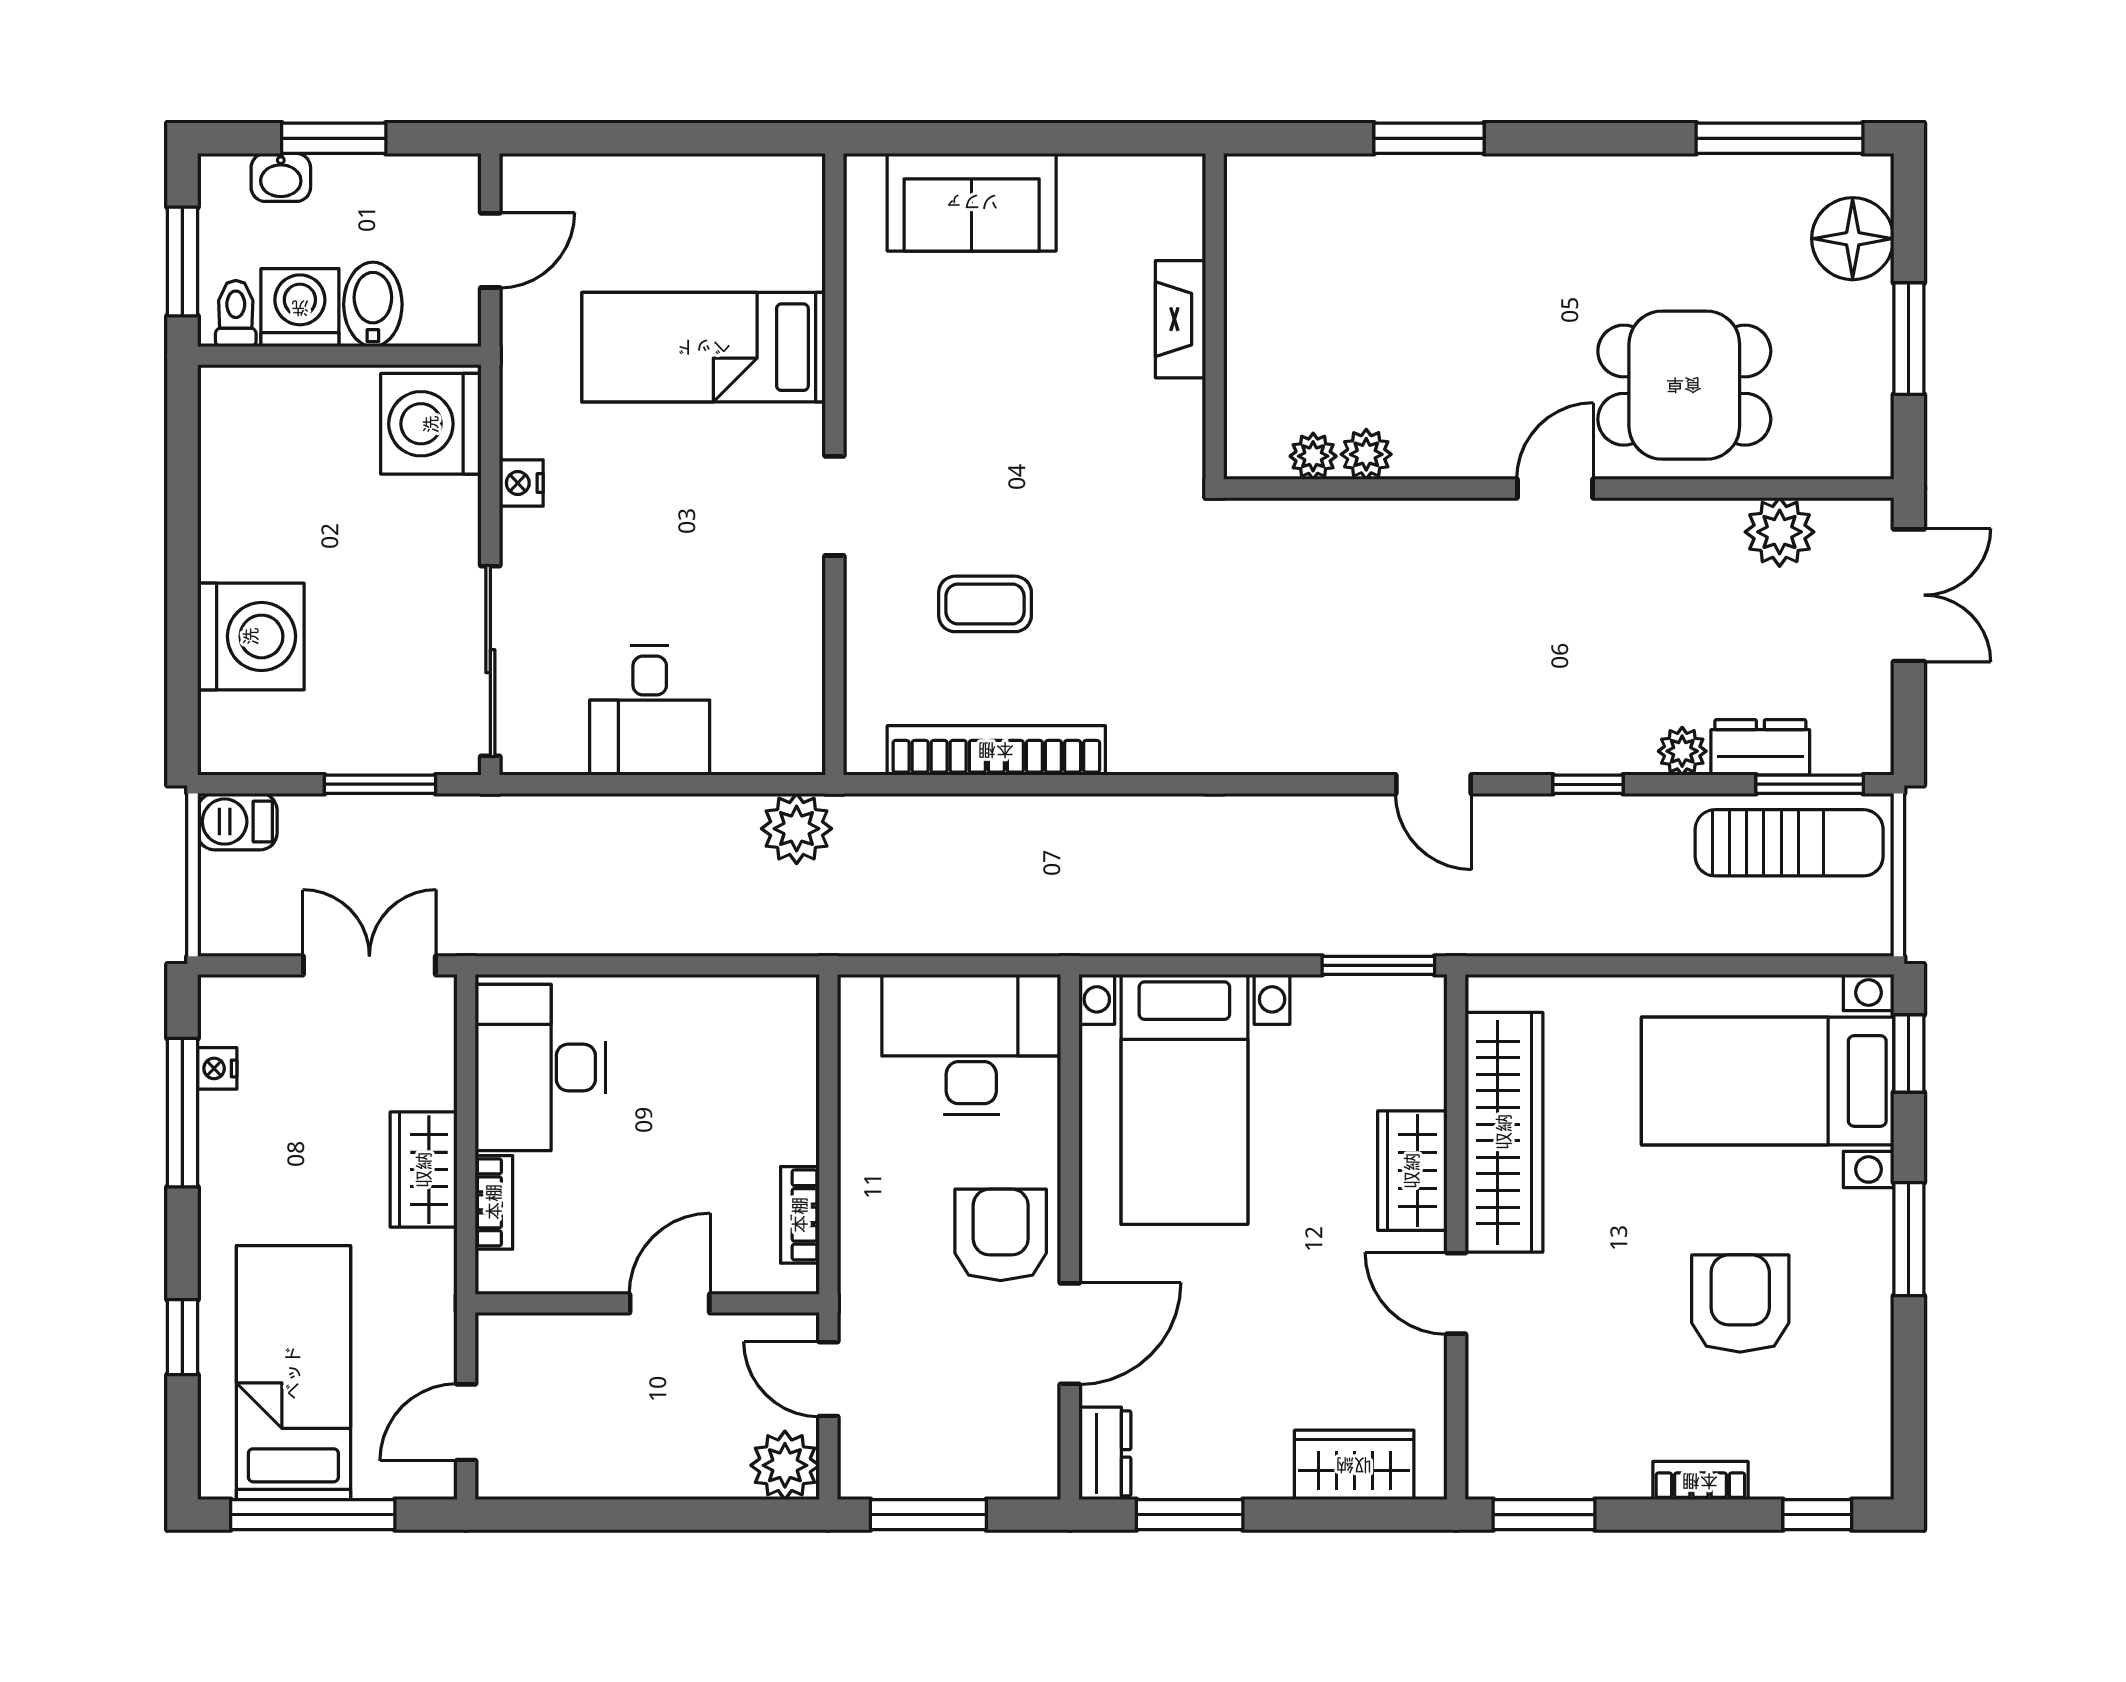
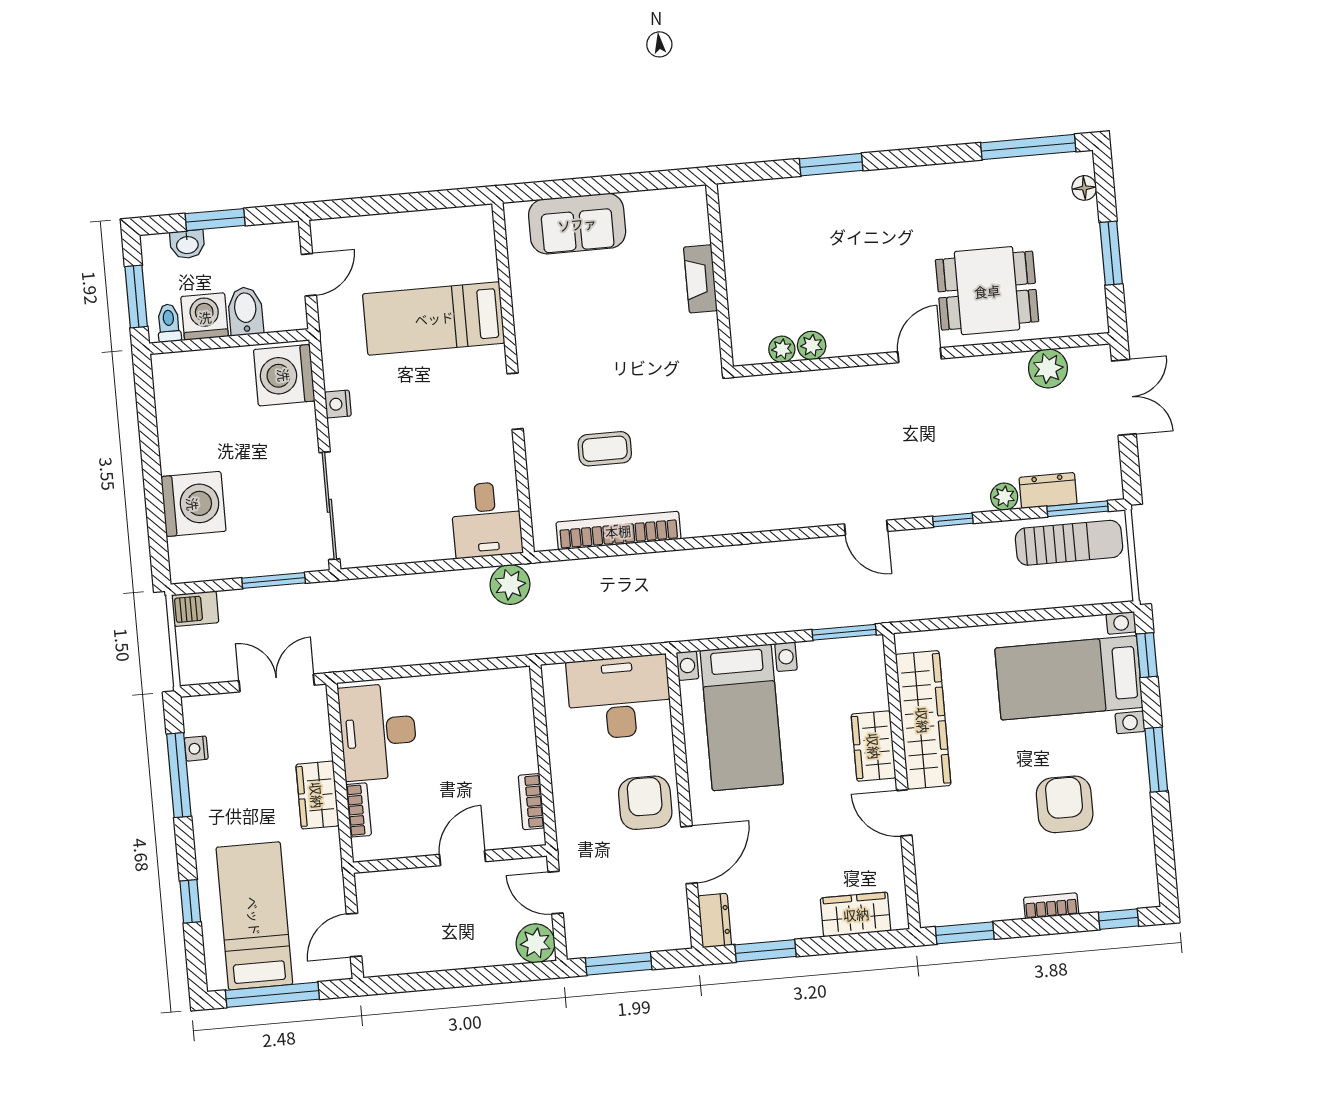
floor lamp: (1853, 239) -> (1084, 188), width x0.53, depth x0.53
desk: (650, 710) -> (487, 520), moved

